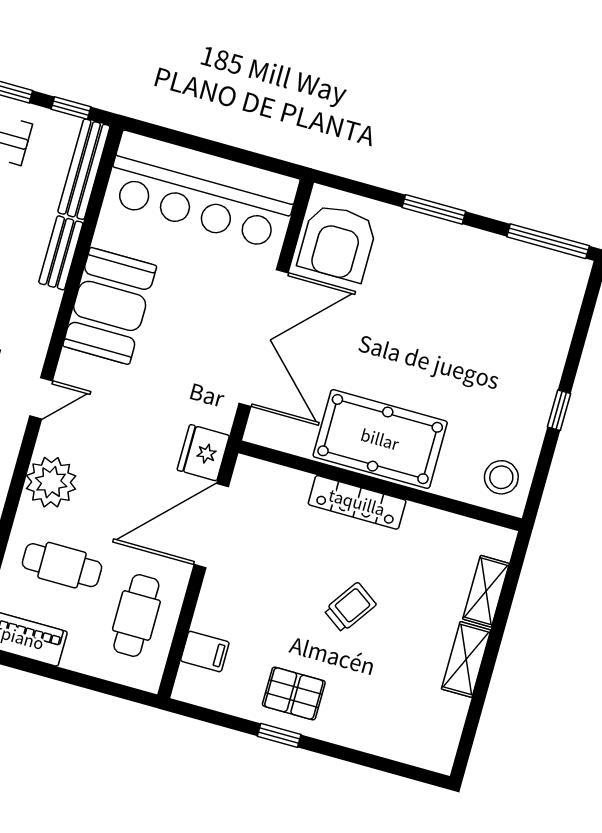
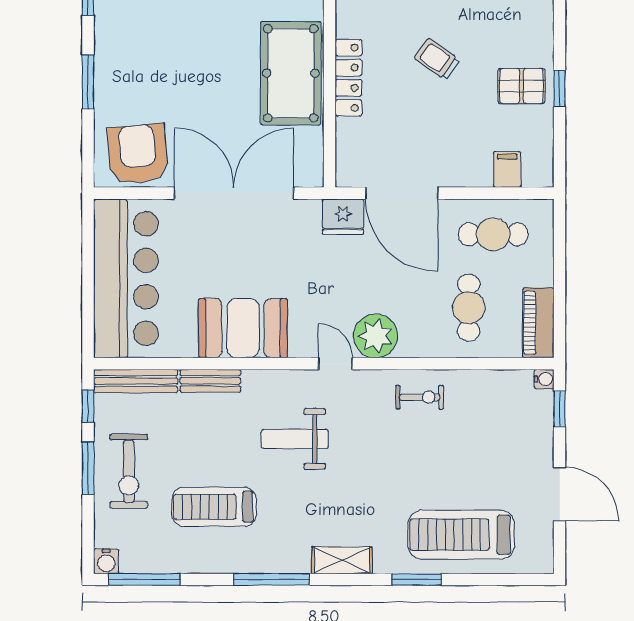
armchair: (338, 243) -> (138, 154), turned -95
plant: (51, 482) -> (376, 336), moved
pallet: (294, 693) -> (521, 86), turned 90

